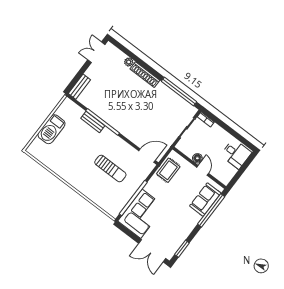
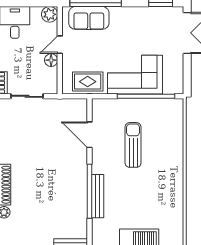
bench: (93, 122) -> (98, 196), width x1.36
door: (147, 156) -> (89, 135), moved
plant: (225, 178) -> (50, 14), added
corner sofa: (141, 214) -> (135, 75), moved

